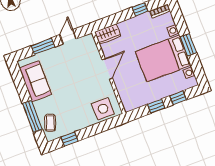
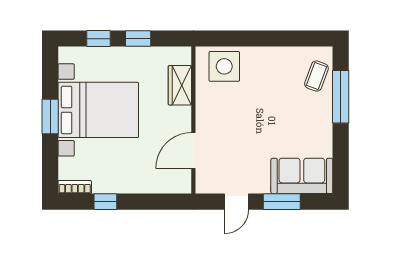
wardrobe: (108, 34) -> (180, 85), moved, turned -90
door: (107, 69) -> (193, 151), moved
sofa: (35, 81) -> (302, 176), moved, turned 90
window: (70, 139) -> (295, 39), removed

